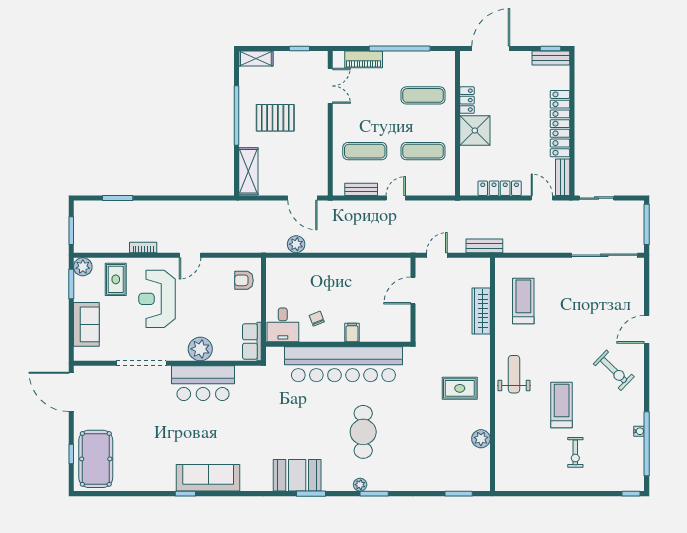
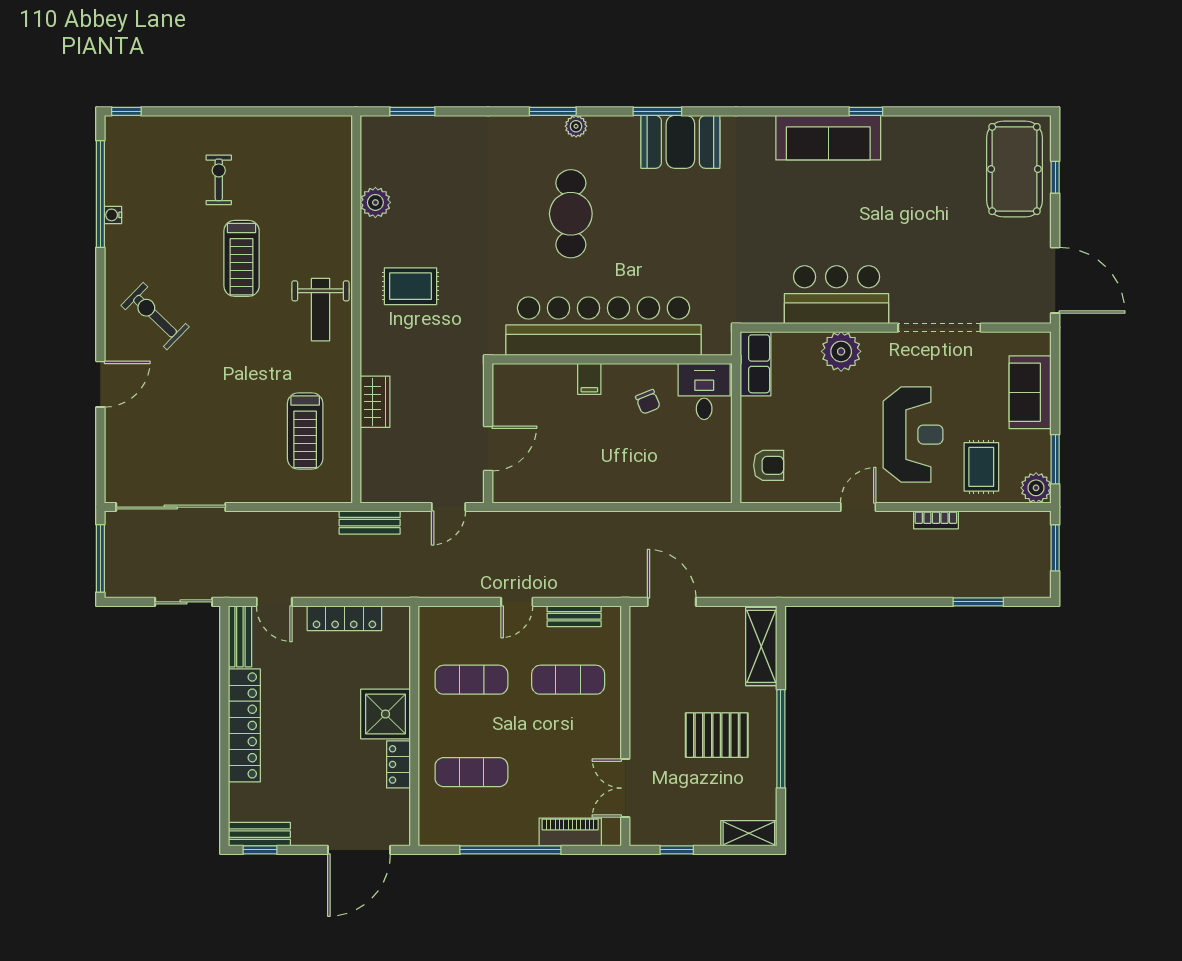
plant: (296, 244) -> (682, 525), removed
wardrobe: (481, 311) -> (375, 402), width x0.67

